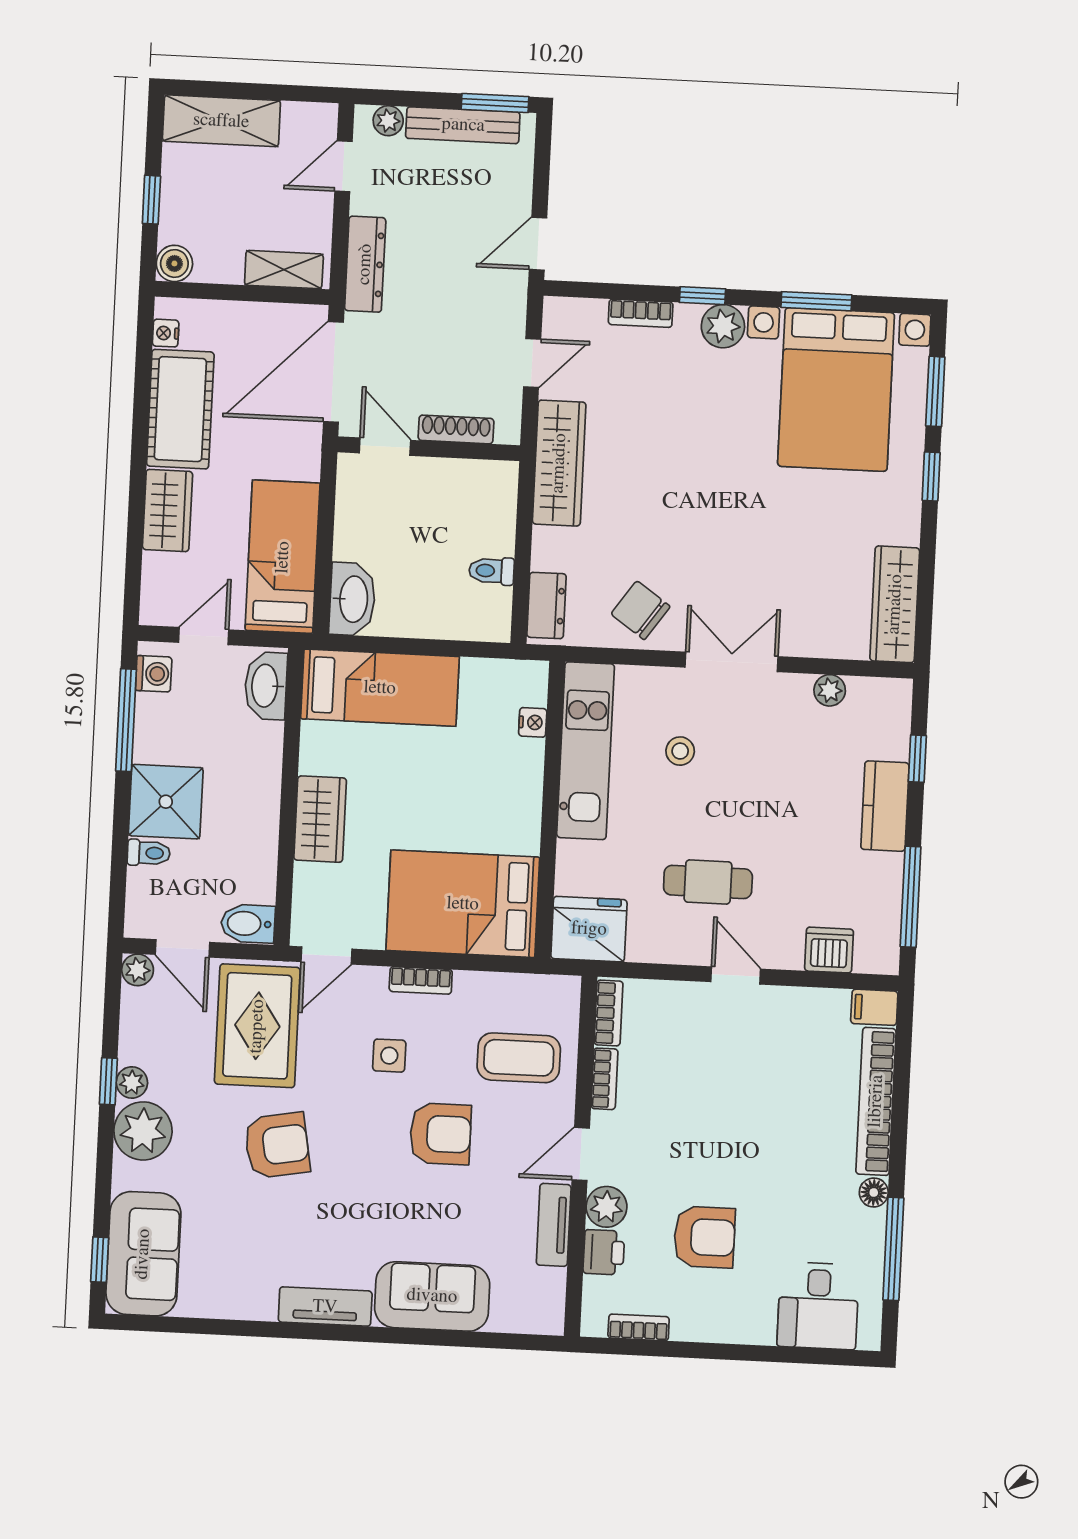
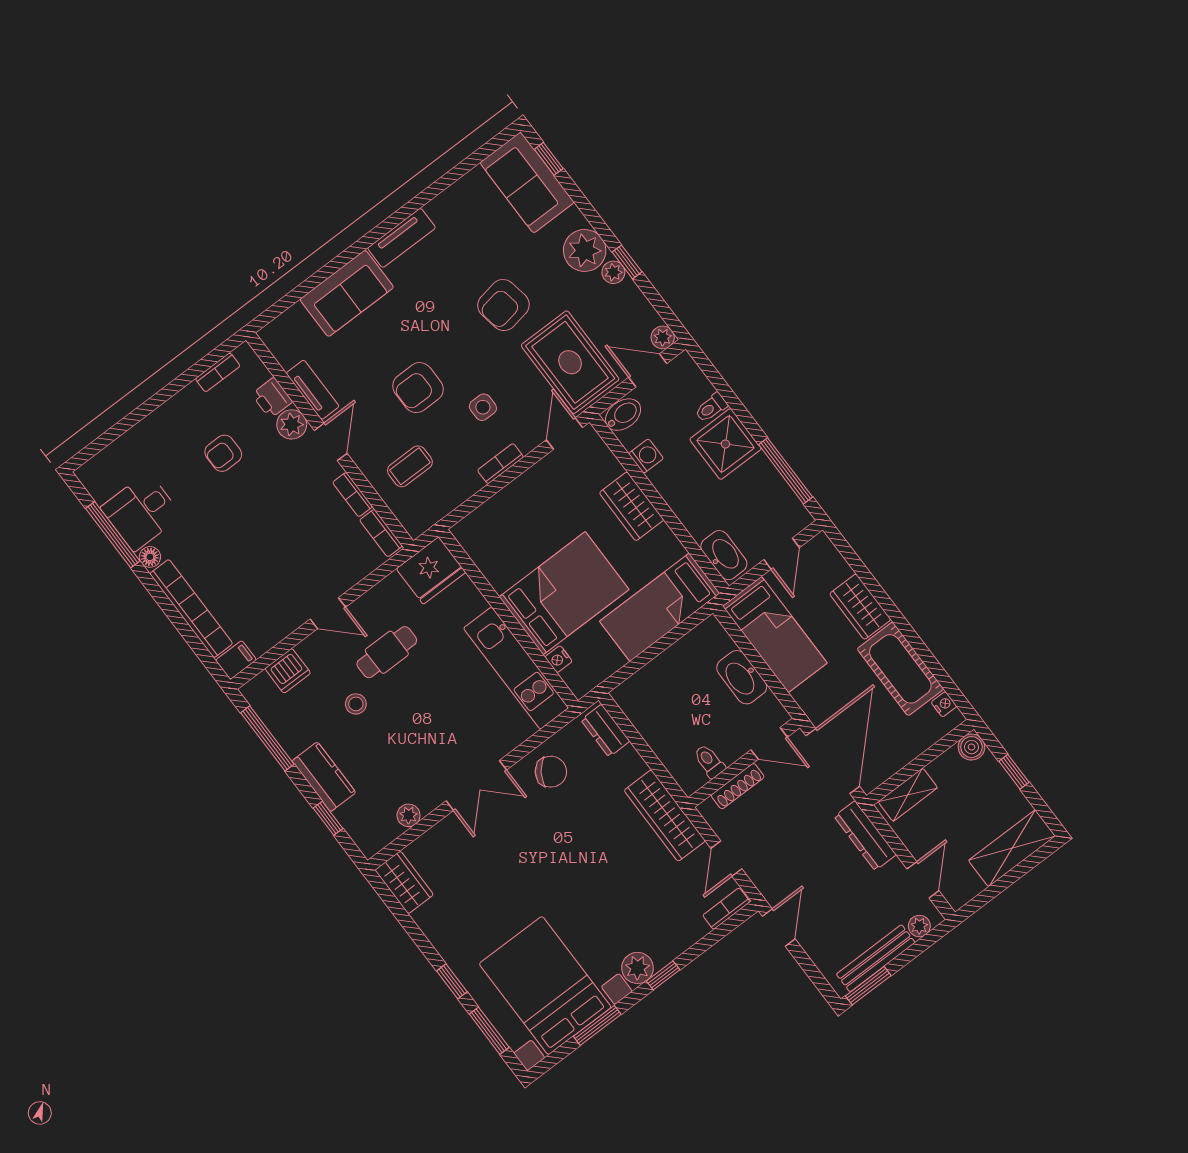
bookcase: (641, 313) -> (726, 909), moved
toilet: (492, 571) -> (709, 761), moved, turned -90
washbasin: (352, 599) -> (742, 677), moved
wardrobe: (895, 604) -> (404, 882), width x0.67
washing machine: (154, 674) -> (646, 456), moved, turned 180
stool: (680, 751) -> (356, 704), moved
bed: (463, 904) -> (564, 593), moved
coffee table: (519, 1058) -> (410, 466), width x0.73, depth x0.77
armchair: (704, 1237) -> (223, 453), width x0.72, depth x0.72
desk: (818, 1306) -> (141, 512), moved, turned -90

